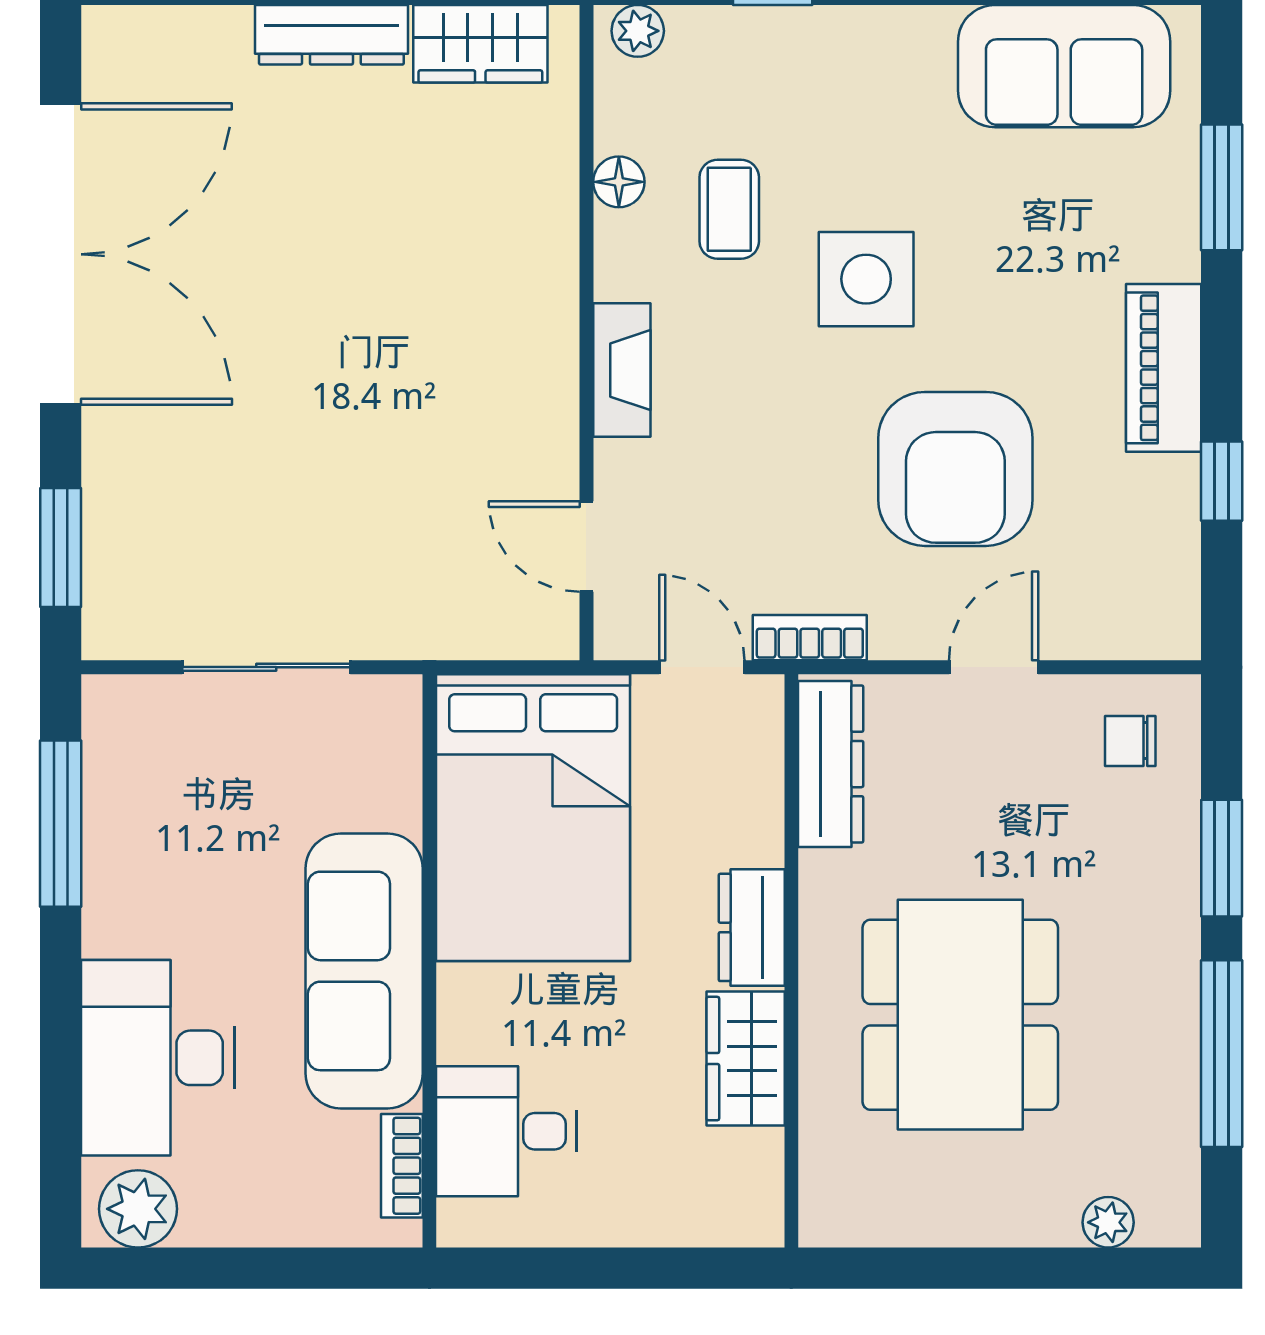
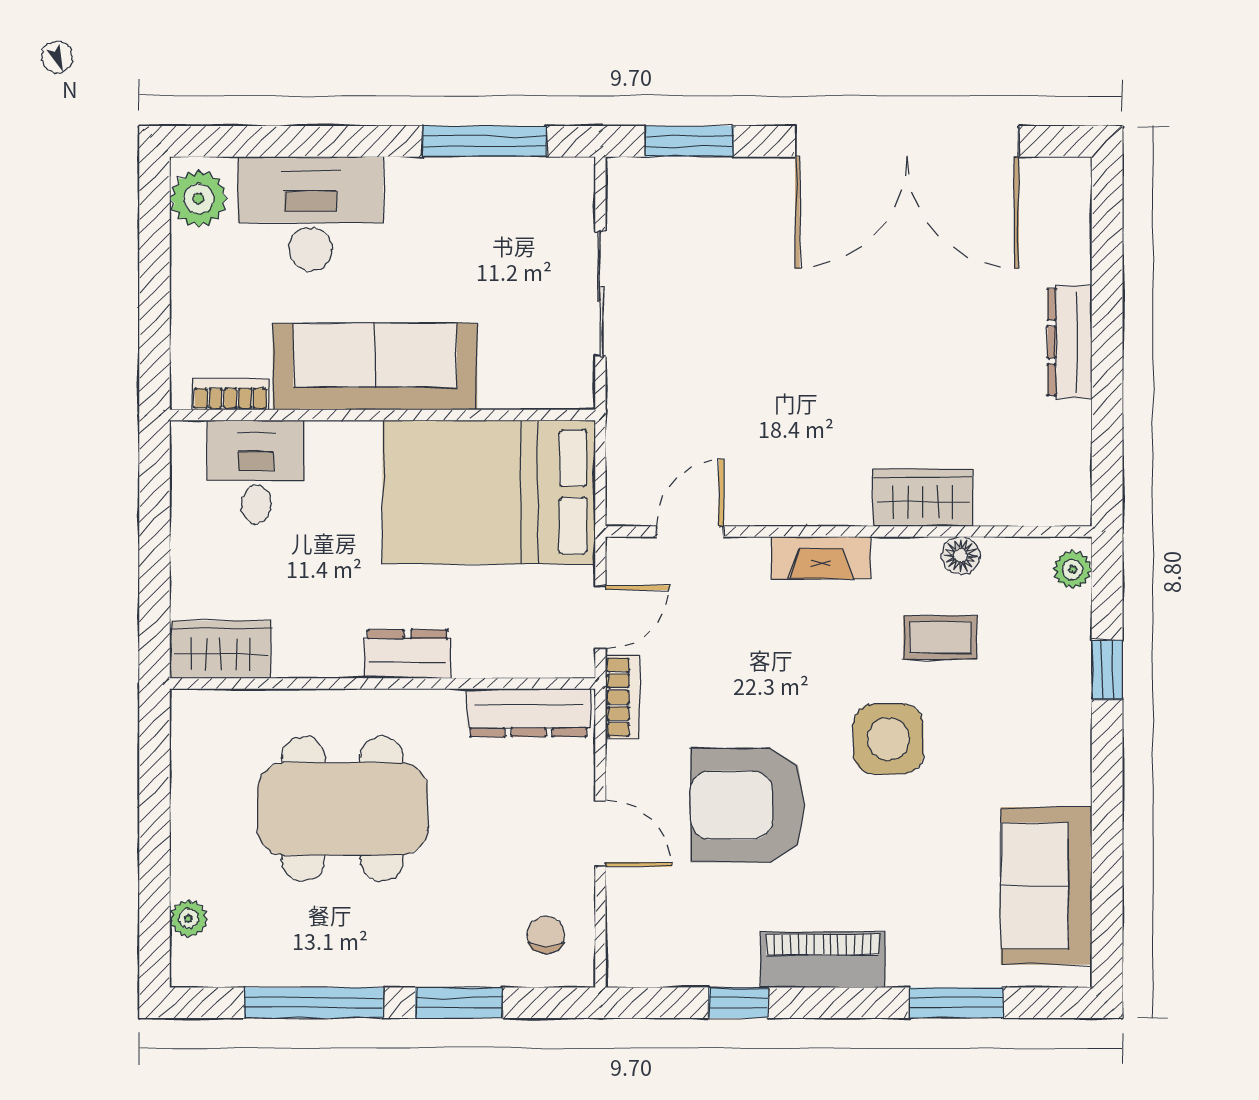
wardrobe: (480, 44) -> (923, 498), moved, turned 90
wardrobe: (746, 1059) -> (221, 650), moved

